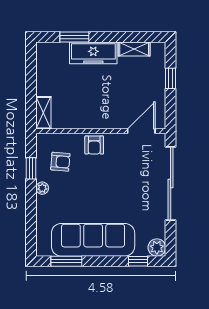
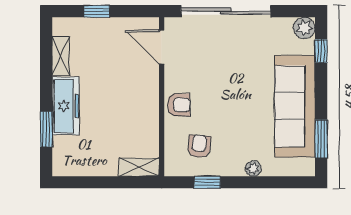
plant: (42, 188) -> (253, 169), moved

